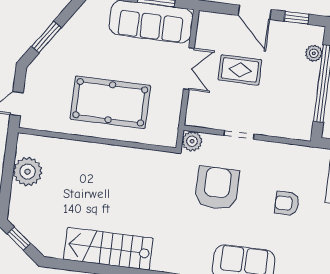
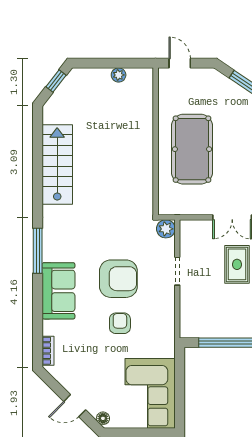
plant: (28, 172) -> (119, 75), width x0.53, depth x0.53
armchair: (217, 188) -> (118, 279), moved

